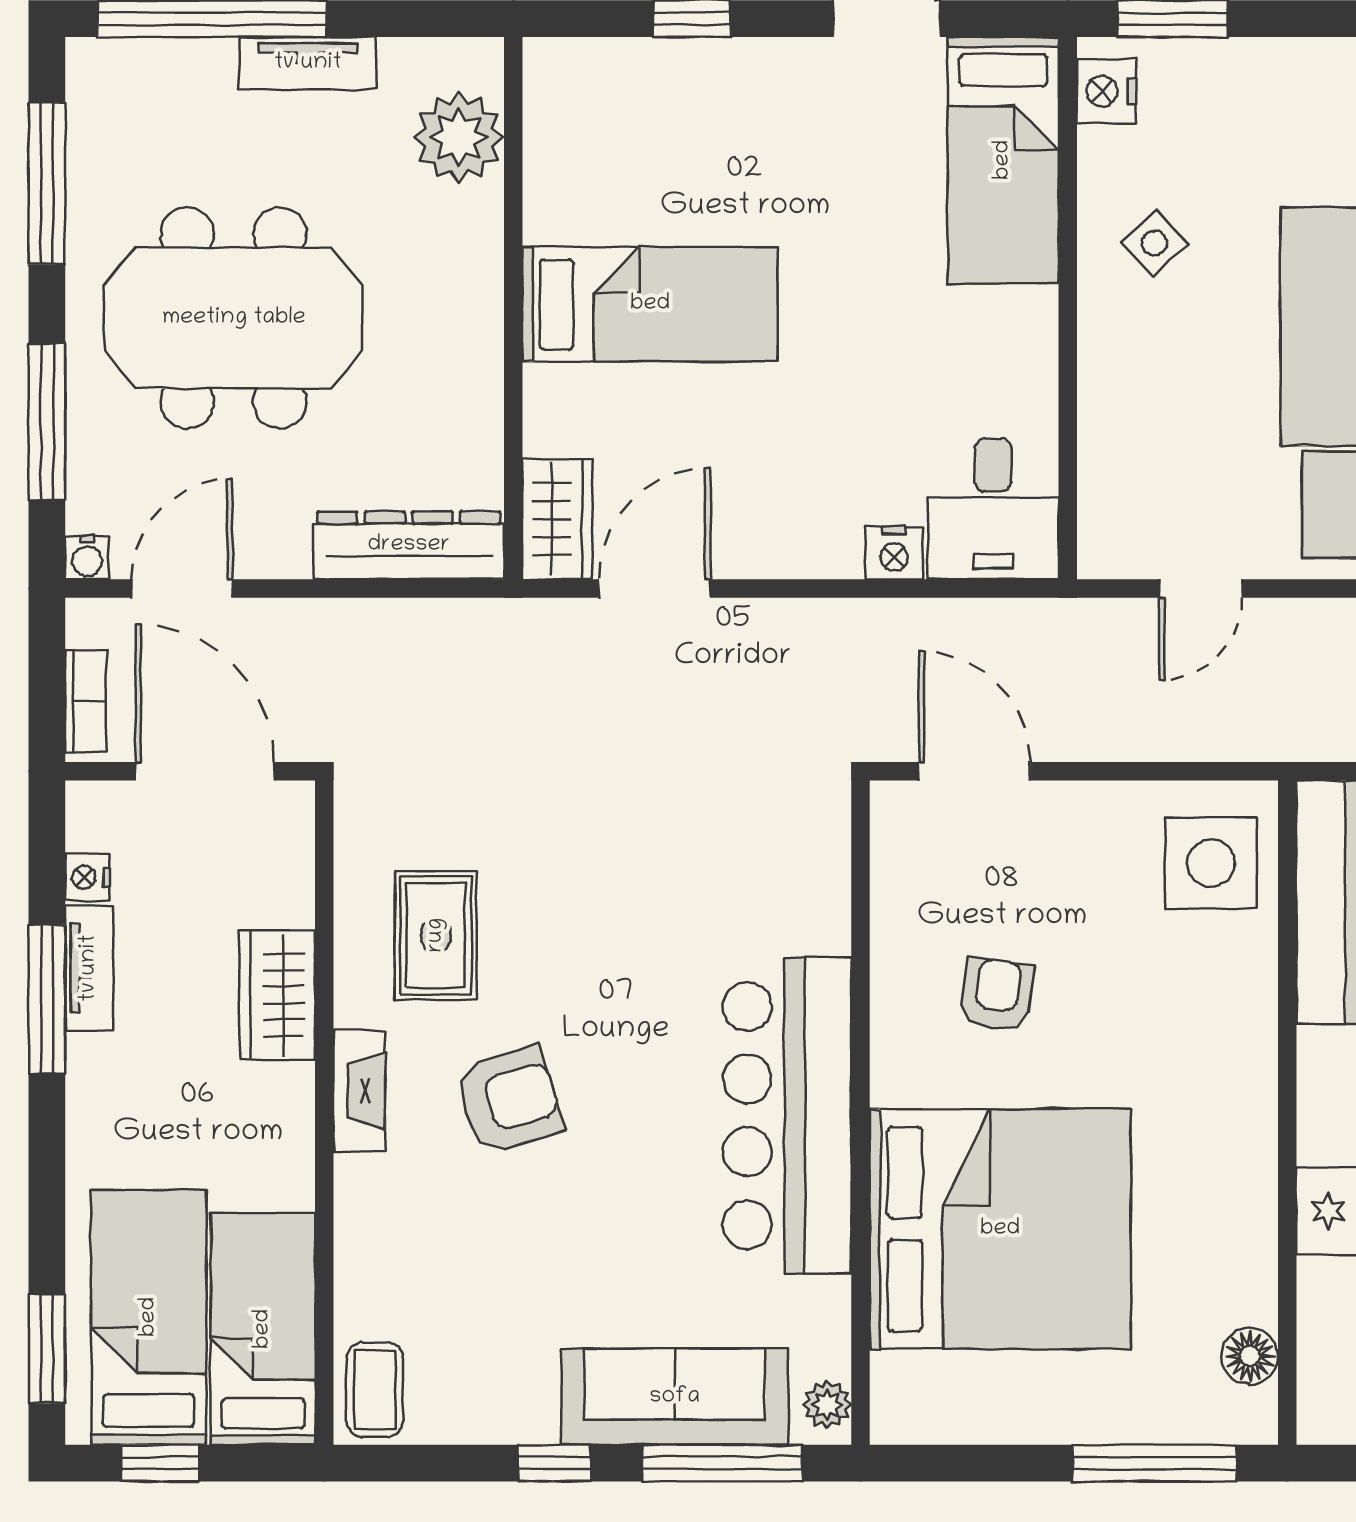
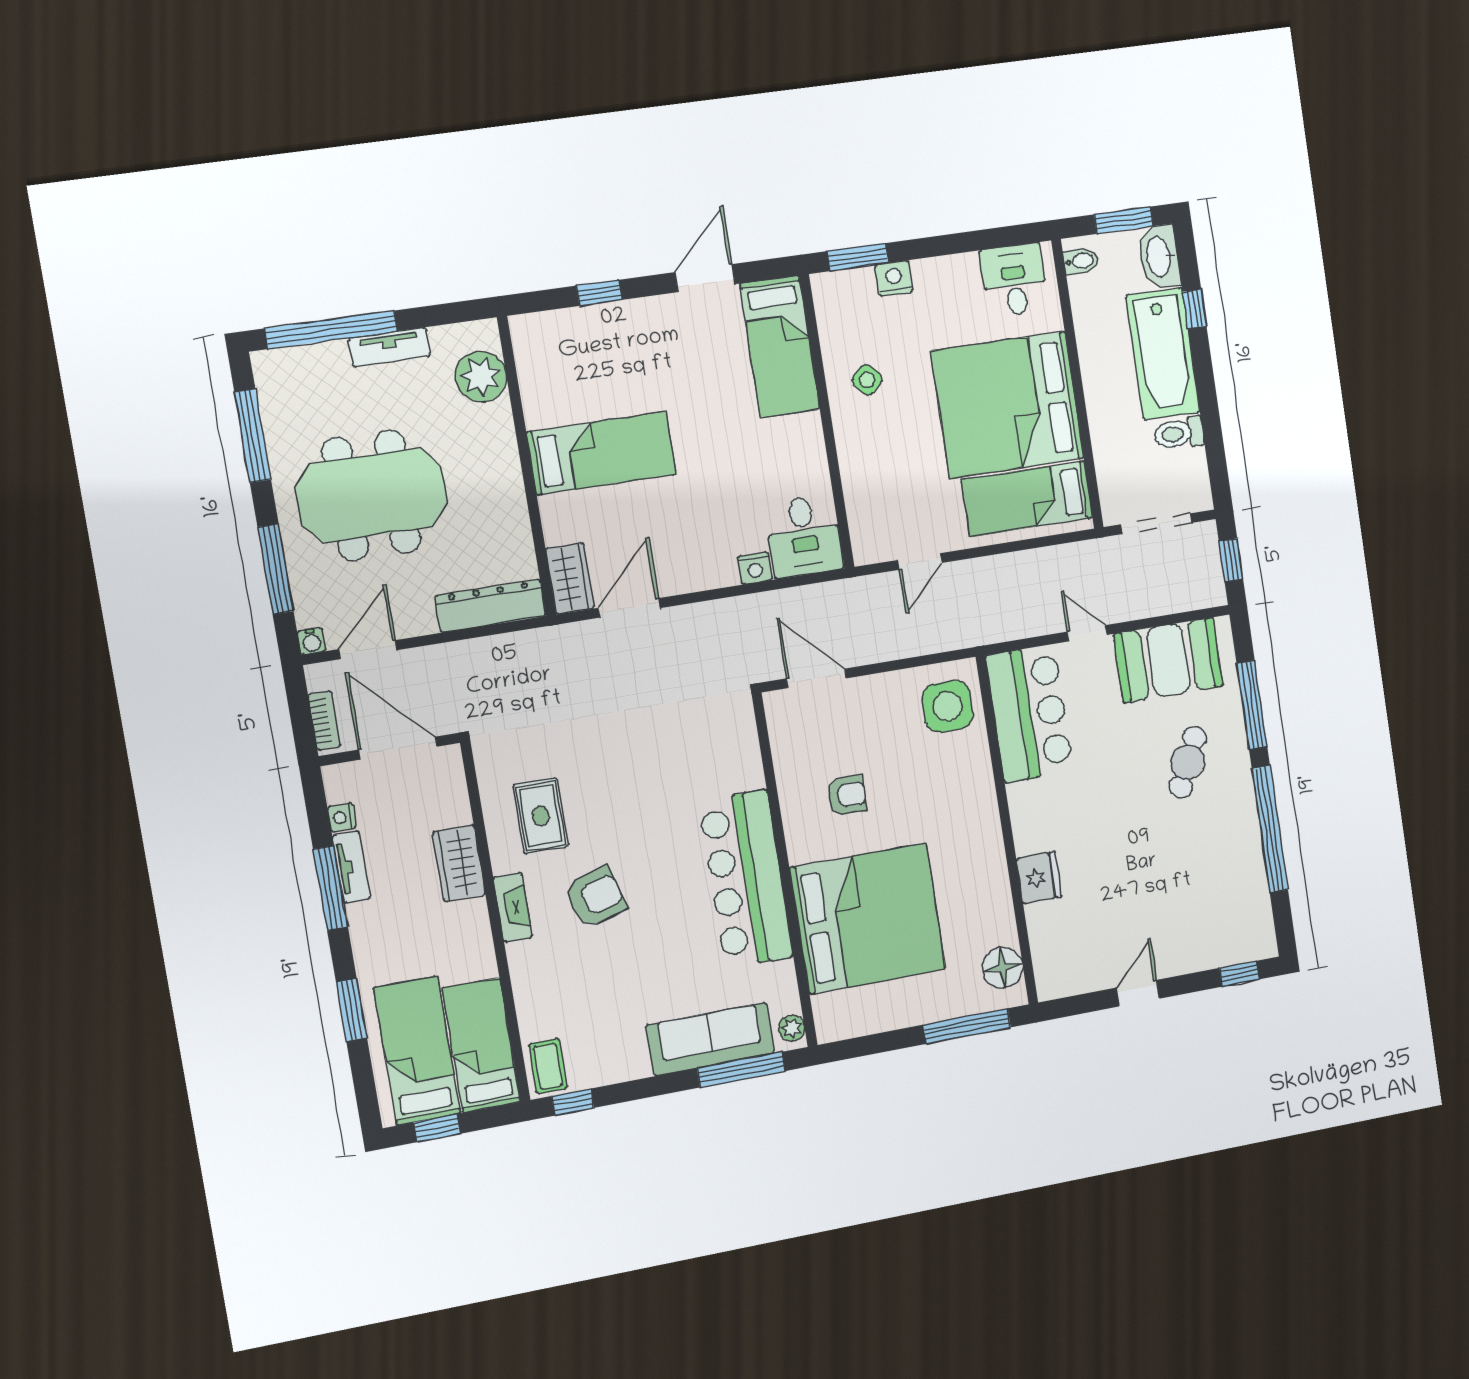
nightstand: (1106, 91) -> (894, 278), moved, turned 90
armchair: (997, 995) -> (847, 795), turned 82
window: (47, 1349) -> (352, 1010), moved
floor lamp: (1250, 1356) -> (1003, 968), width x1.38, depth x1.38
window: (554, 1463) -> (573, 1102), moved

